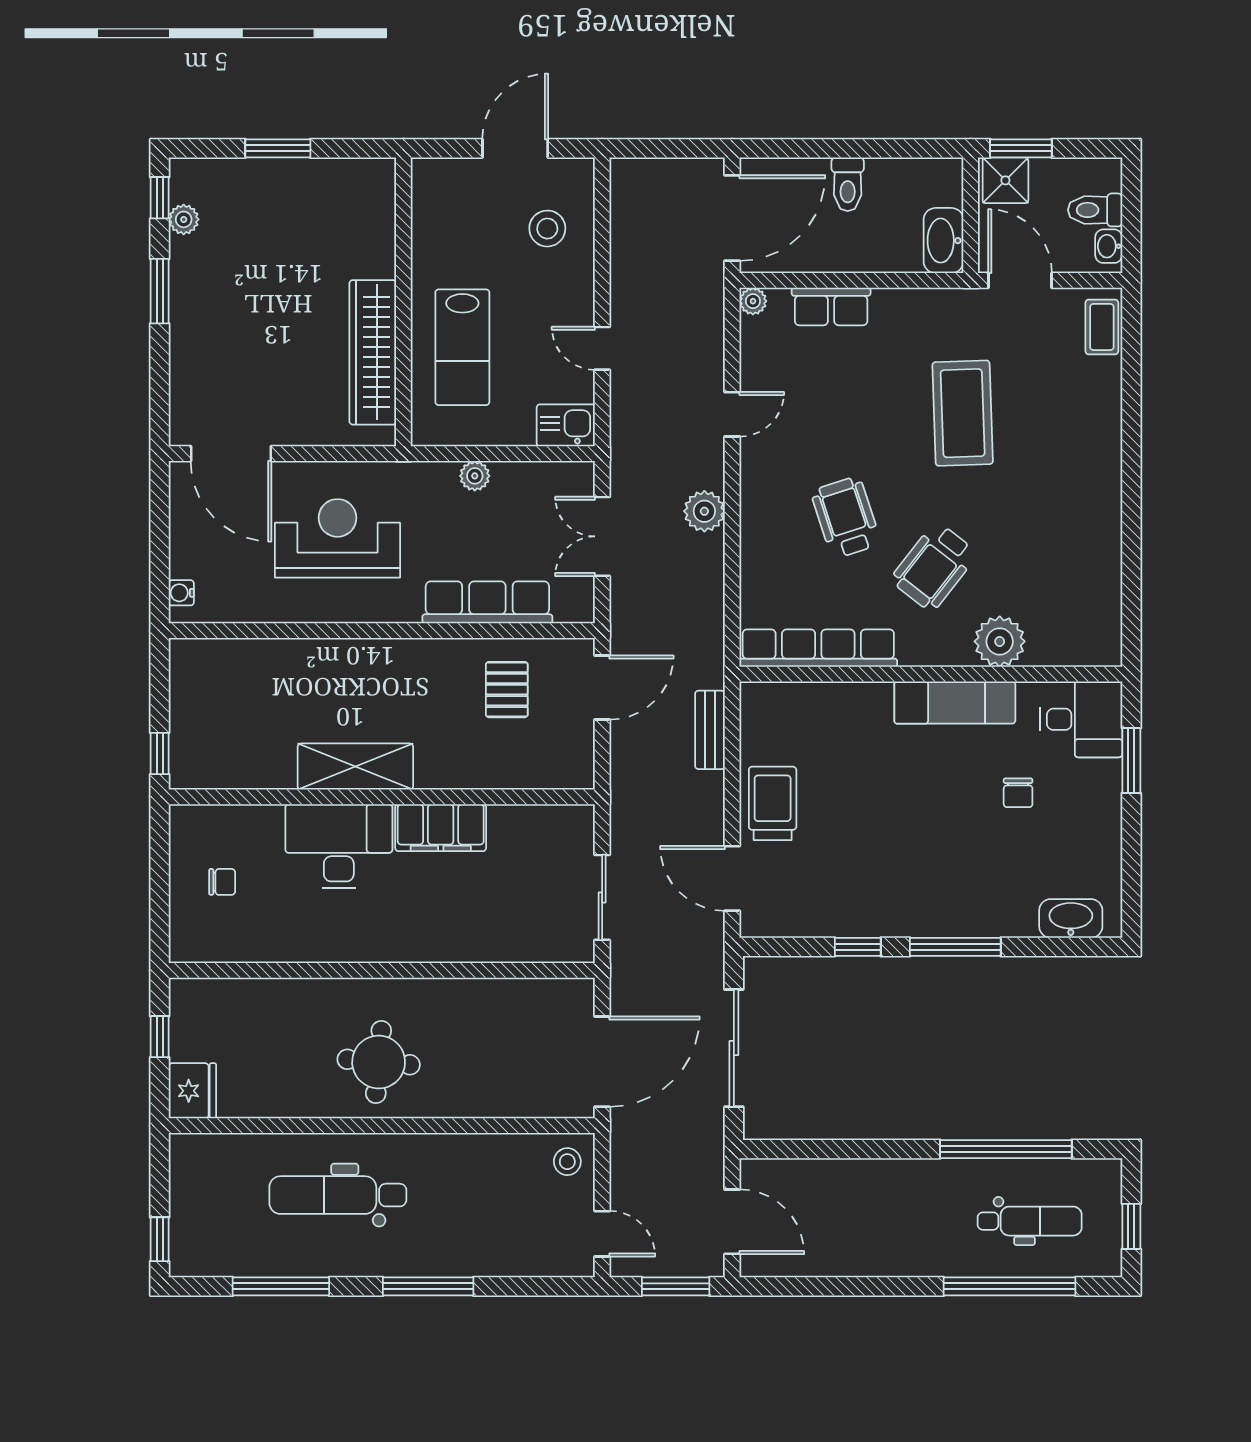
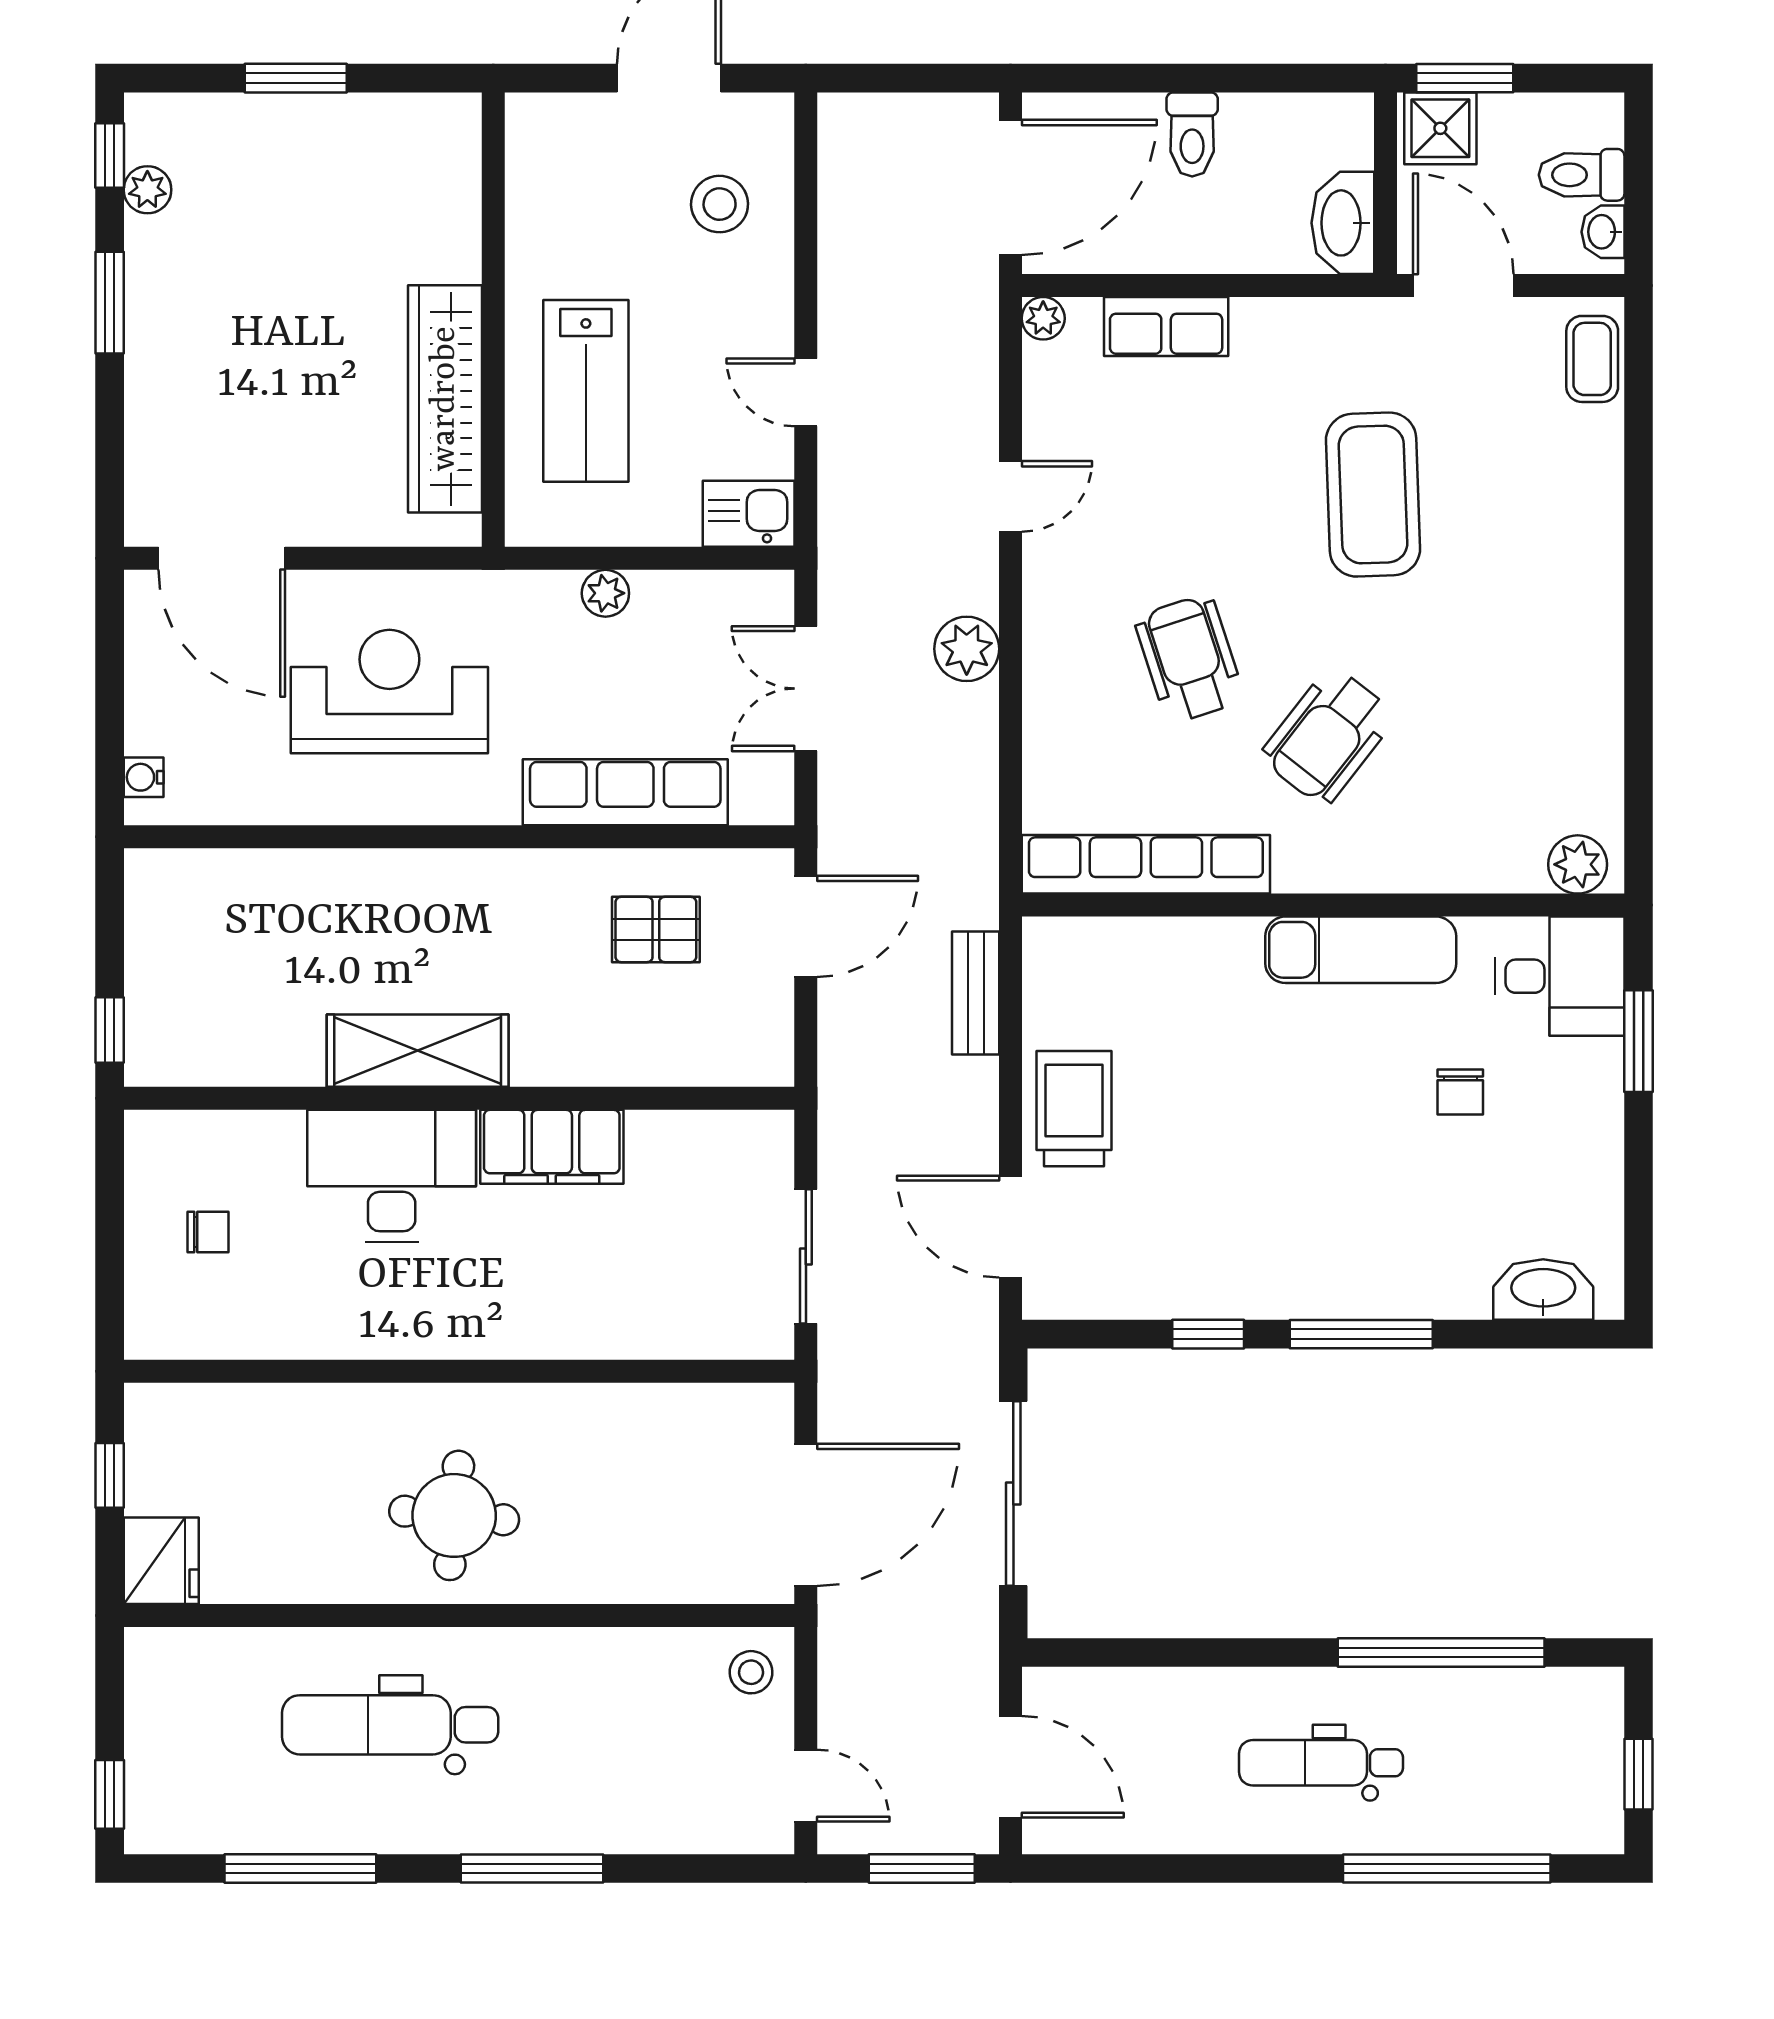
plant: (1000, 641) -> (1578, 864), moved, width x0.73, depth x0.73
pallet: (507, 690) -> (656, 930), turned 90
dental chair: (1030, 1221) -> (1321, 1763), moved, turned 180

